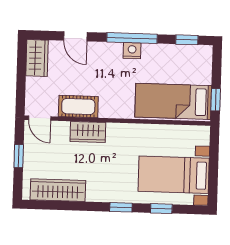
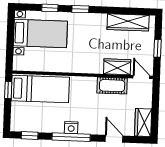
wardrobe: (88, 132) -> (117, 67), moved

